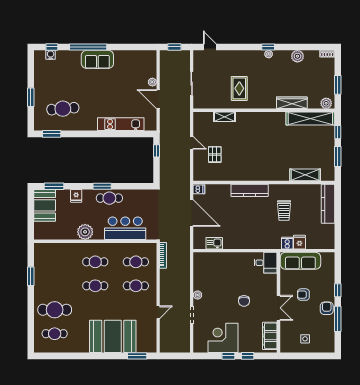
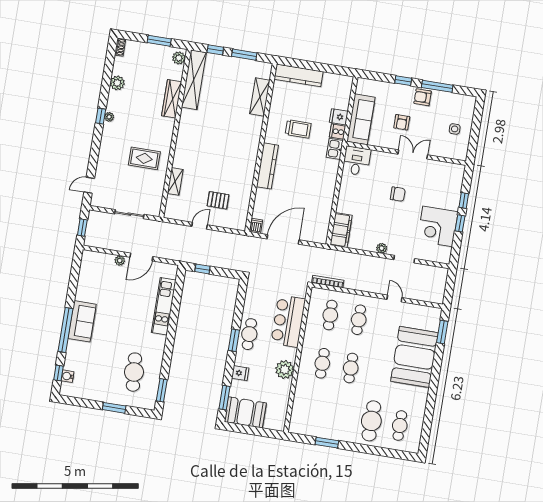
kitchen sink: (214, 243) -> (335, 149), moved
filing cabinet: (270, 336) -> (341, 230), moved, turned -90

